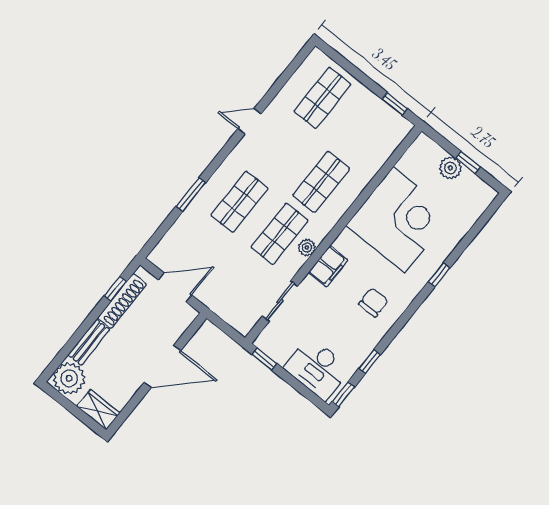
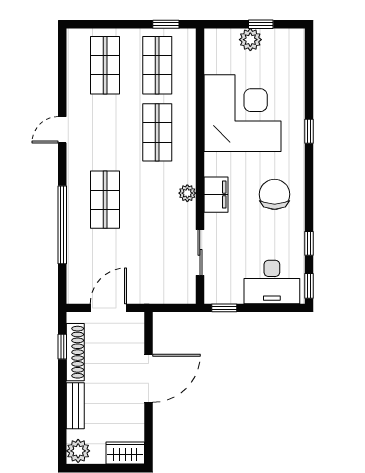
window: (191, 195) -> (62, 225), width x2.11
shop shelf: (280, 234) -> (157, 65), moved
chair: (373, 302) -> (275, 194), width x1.37, depth x1.37
plant: (69, 378) -> (78, 451), width x0.73, depth x0.73

